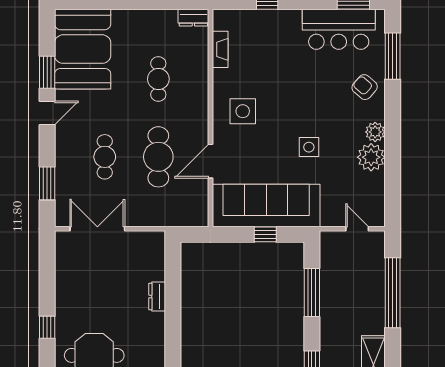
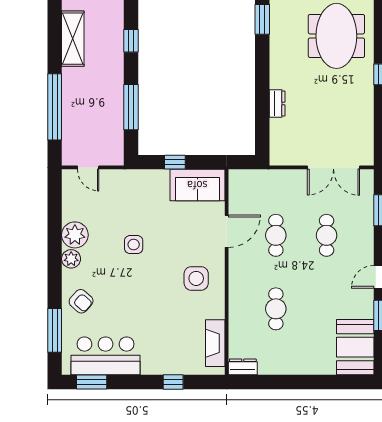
booth: (83, 49) -> (355, 347), width x0.73, depth x0.70
fireplace: (220, 49) -> (215, 343), width x1.37, depth x1.32
cafe table: (158, 157) -> (276, 235), width x0.73, depth x0.74
sofa: (266, 205) -> (197, 185), width x0.54, depth x0.79

